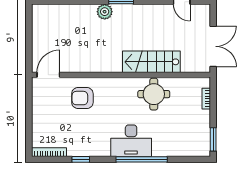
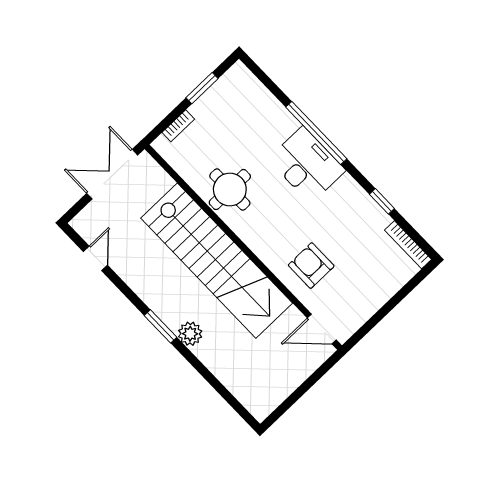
stairs: (151, 62) -> (217, 261), width x1.86, depth x1.51
armchair: (82, 98) -> (311, 266), turned 180
window: (213, 139) -> (202, 88), moved

